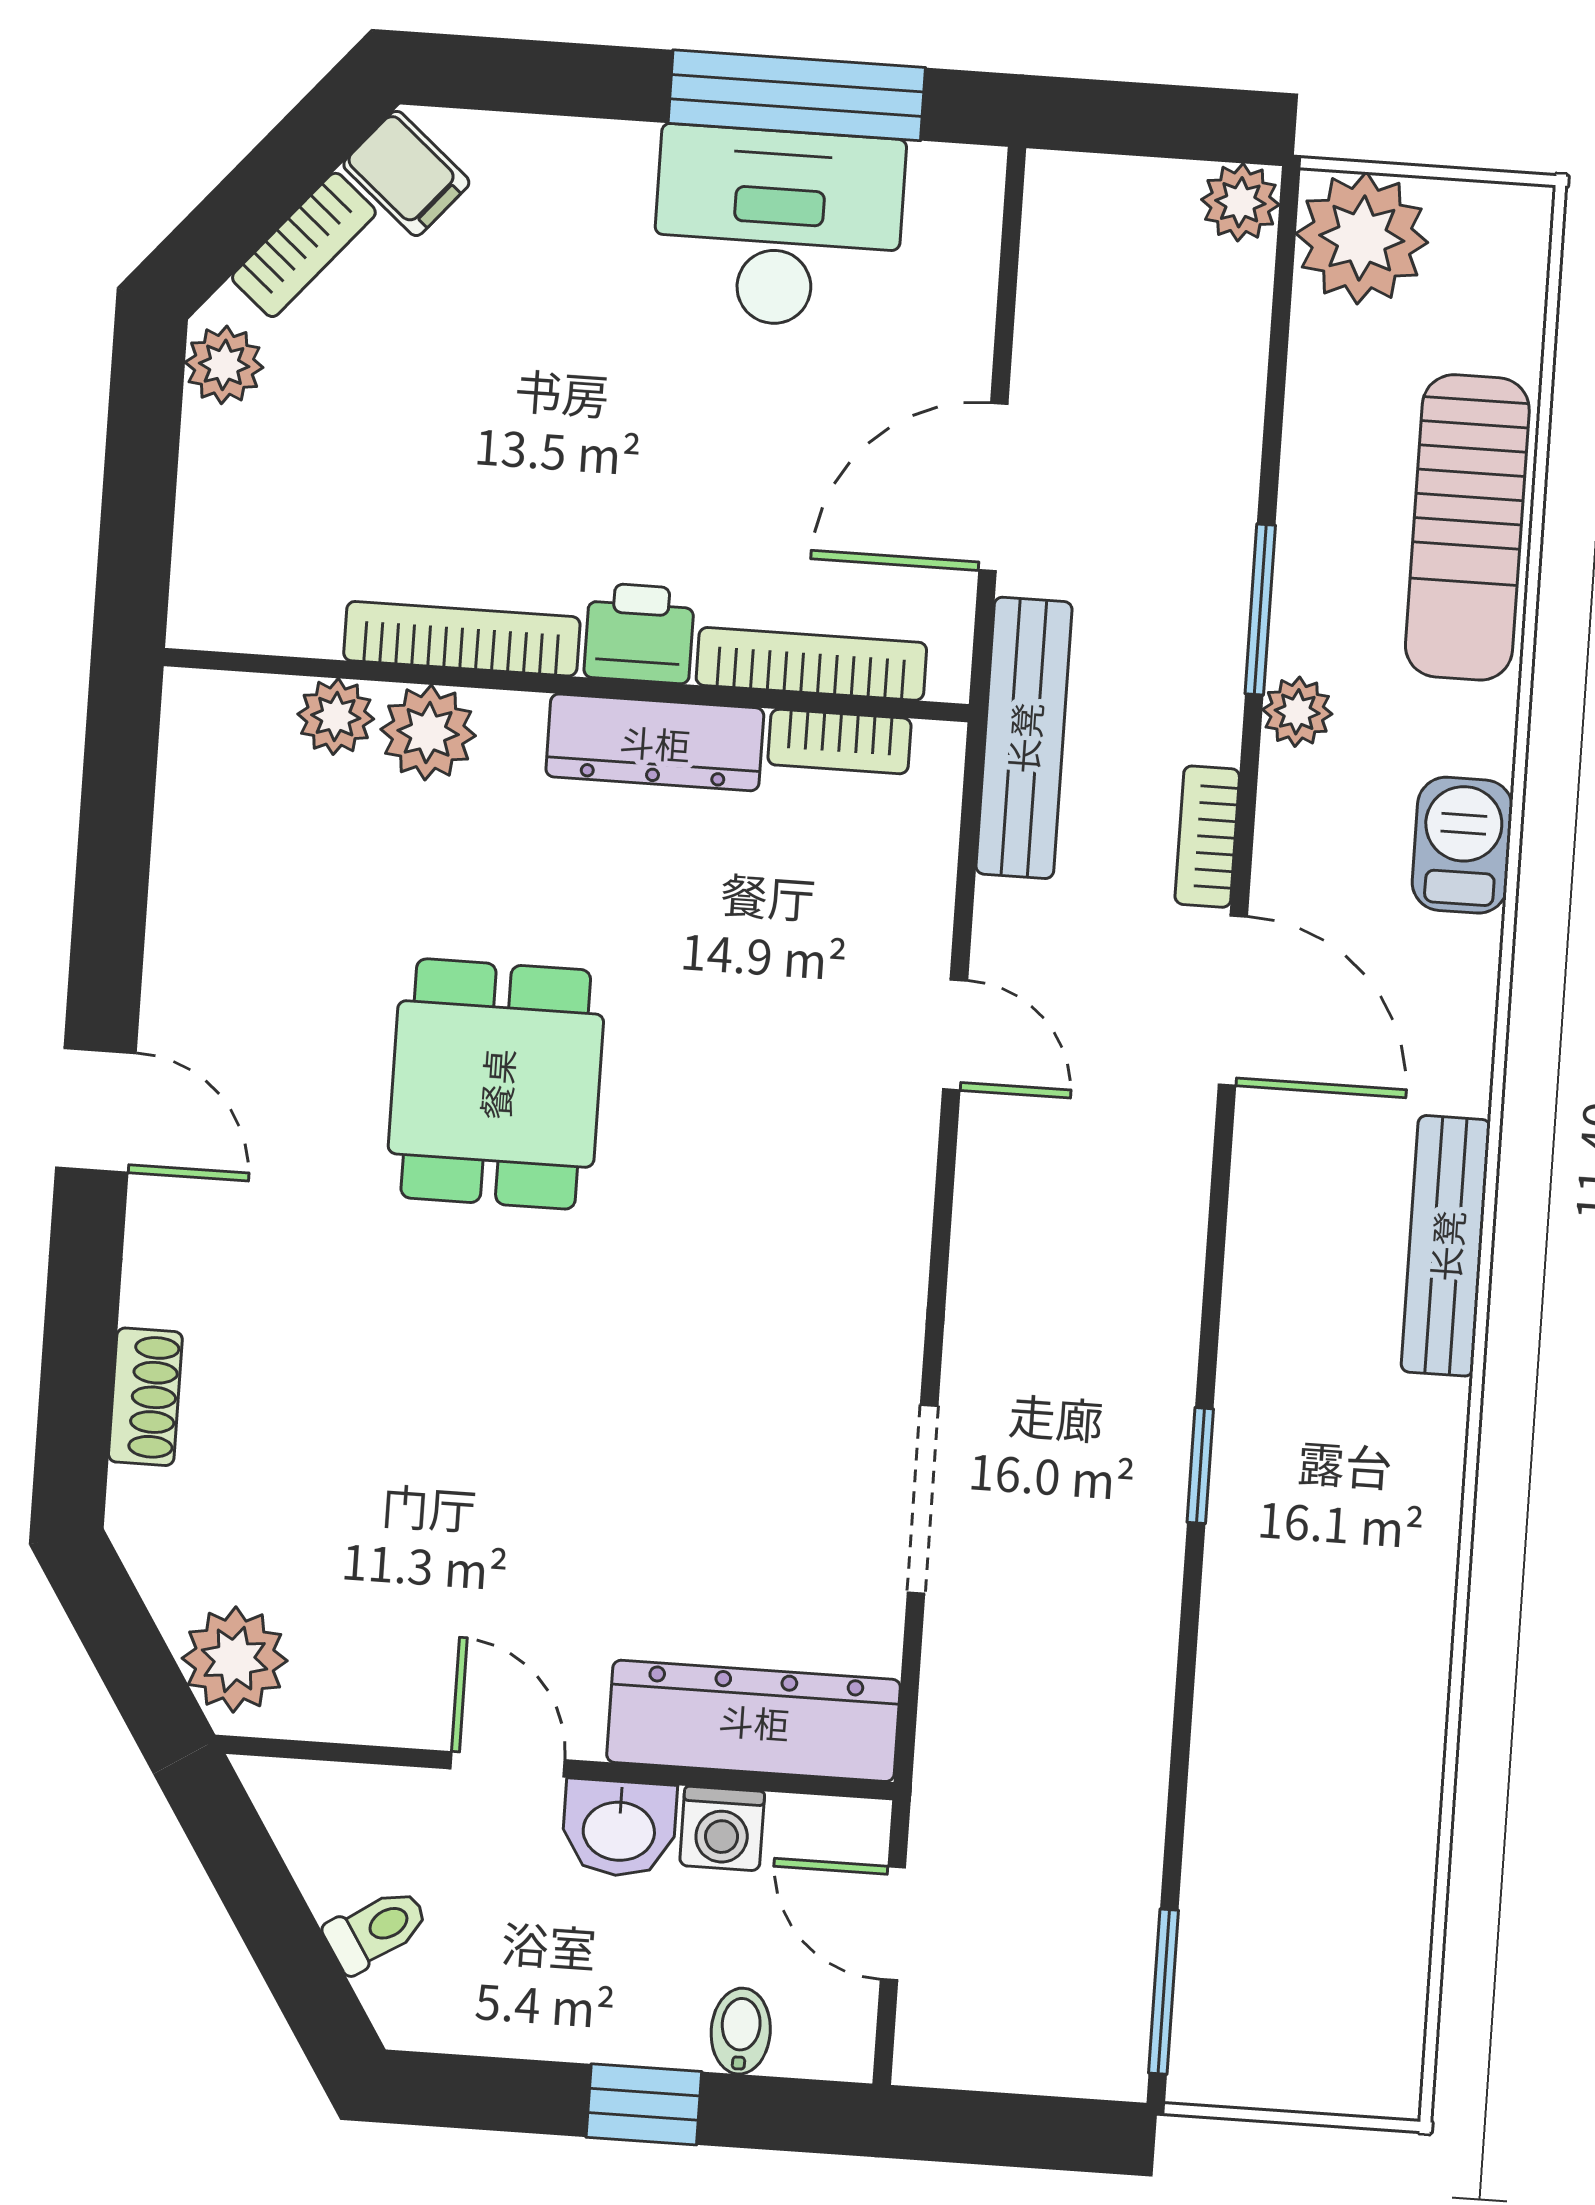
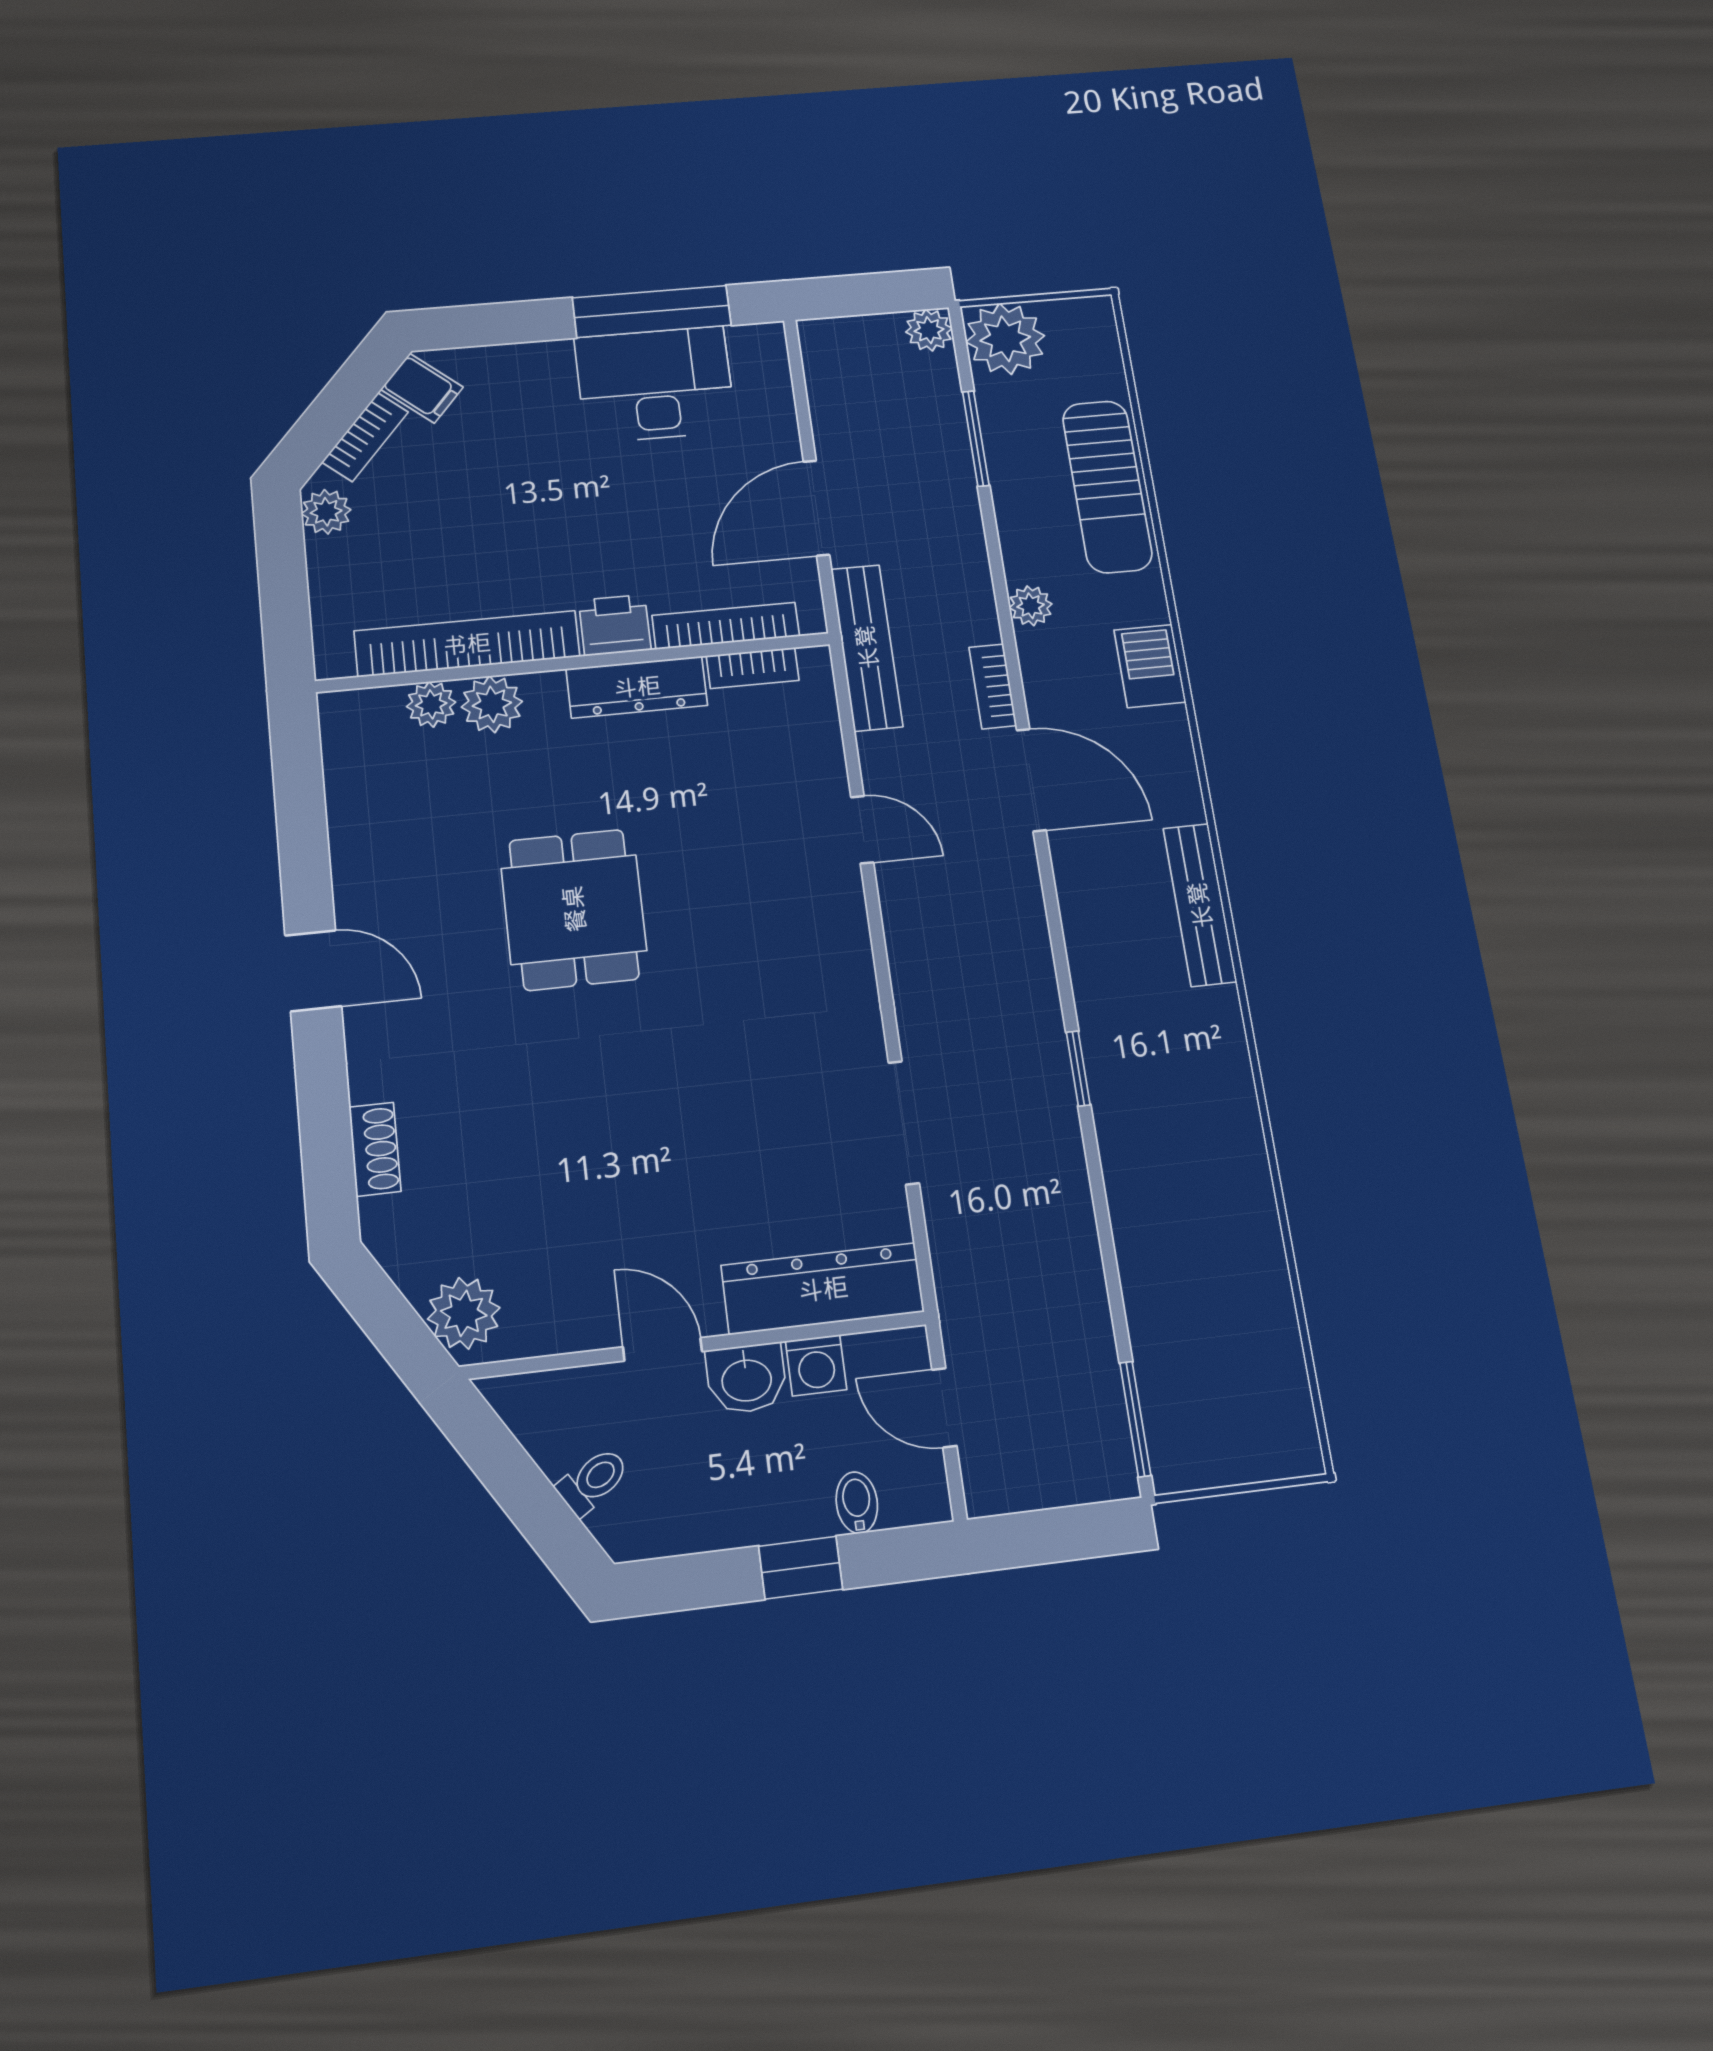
window: (1260, 610) -> (976, 438), moved
bookcase: (462, 639) -> (467, 644), width x1.48, depth x1.31

